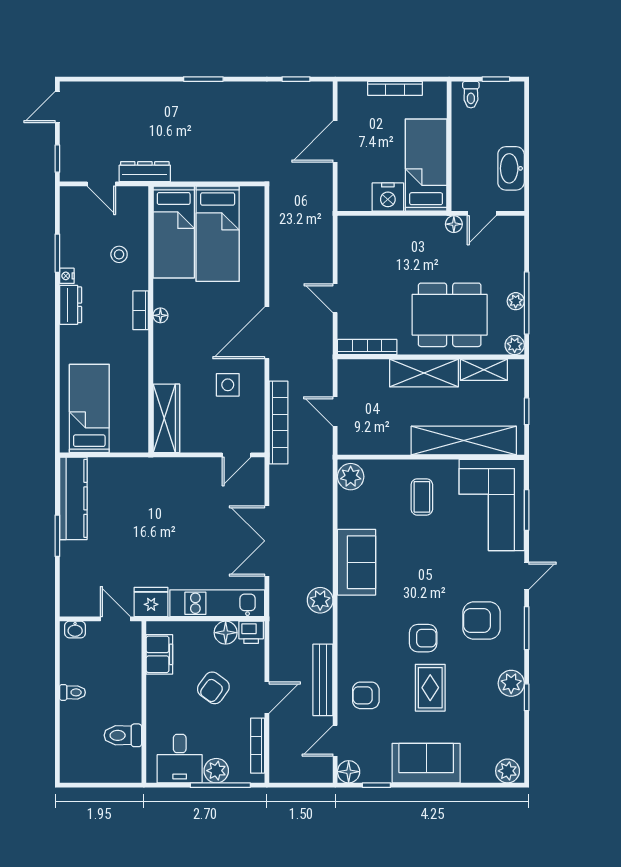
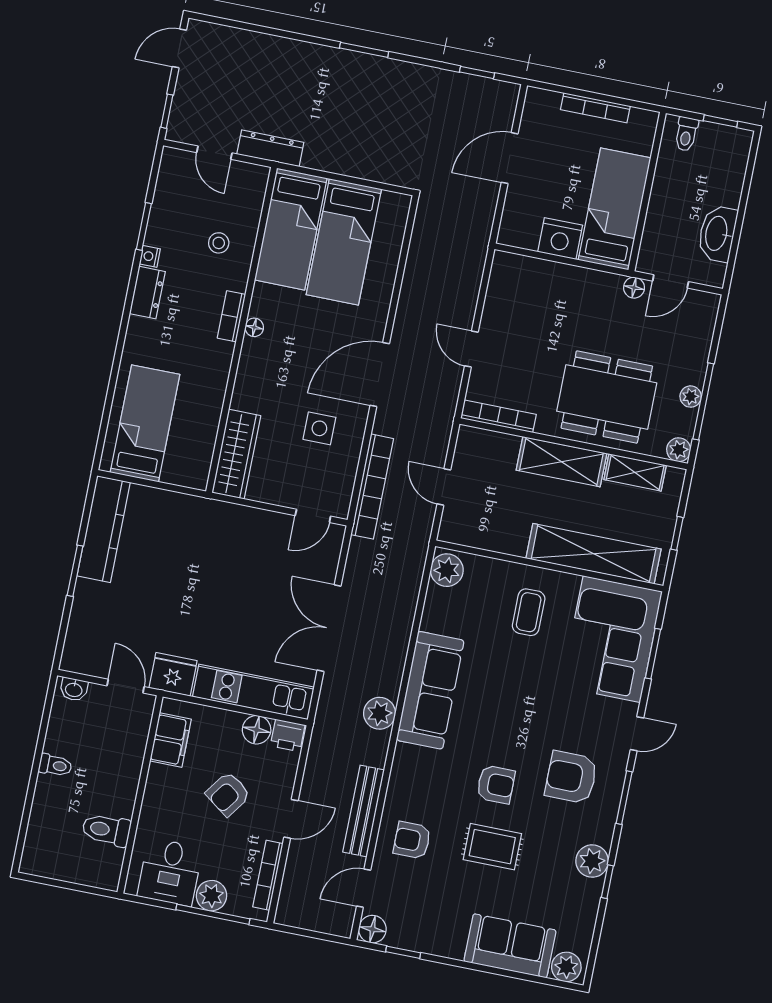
sofa: (357, 562) -> (430, 690), width x1.36
rug: (430, 688) -> (492, 847), turned 90
sofa: (426, 763) -> (510, 946), moved

